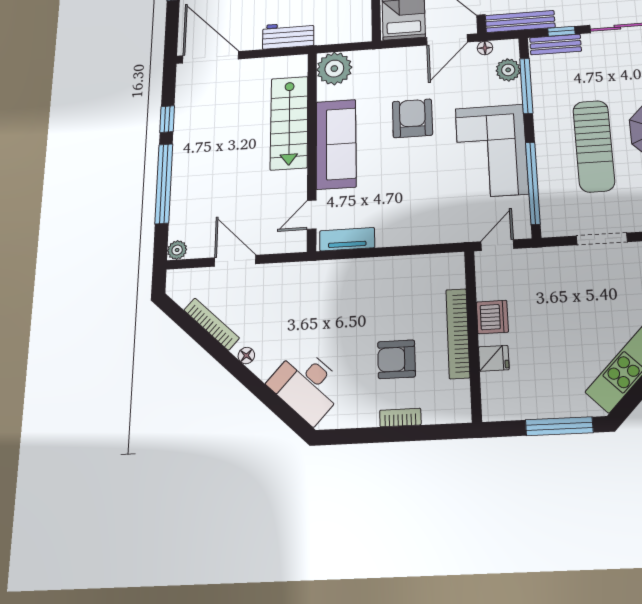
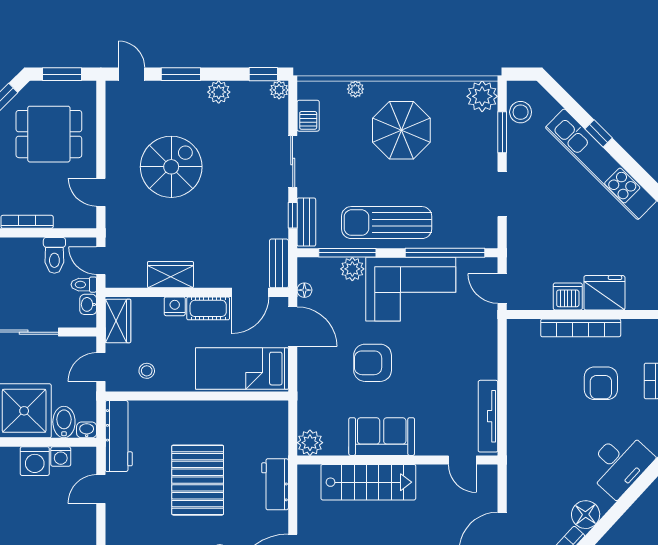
bench: (520, 21) -> (279, 263), width x0.73
plant: (334, 69) -> (310, 443), width x0.73, depth x0.73
plant: (508, 70) -> (352, 269), moved
sofa: (336, 144) -> (382, 437), width x0.73
sun lounger: (594, 146) -> (387, 223), moved, turned 180
tv unit: (347, 239) -> (488, 416), width x1.41
floor lamp: (246, 355) -> (586, 515), width x1.89, depth x1.89
fridge: (494, 358) -> (604, 293), width x1.88, depth x1.34

